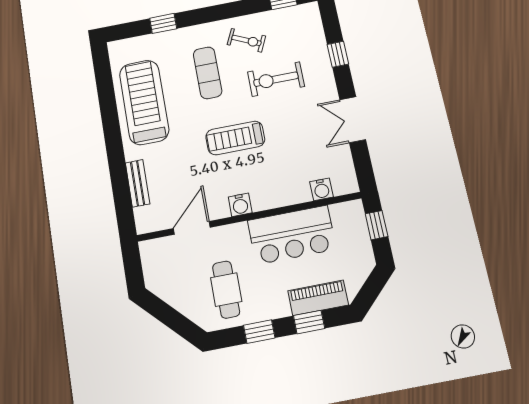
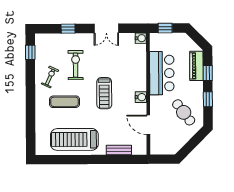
window: (163, 23) -> (31, 122), removed
exercise bike: (276, 79) -> (76, 65), turned 180
water cooler: (321, 189) -> (141, 38), moved
cafe table: (226, 290) -> (184, 112), turned 53

